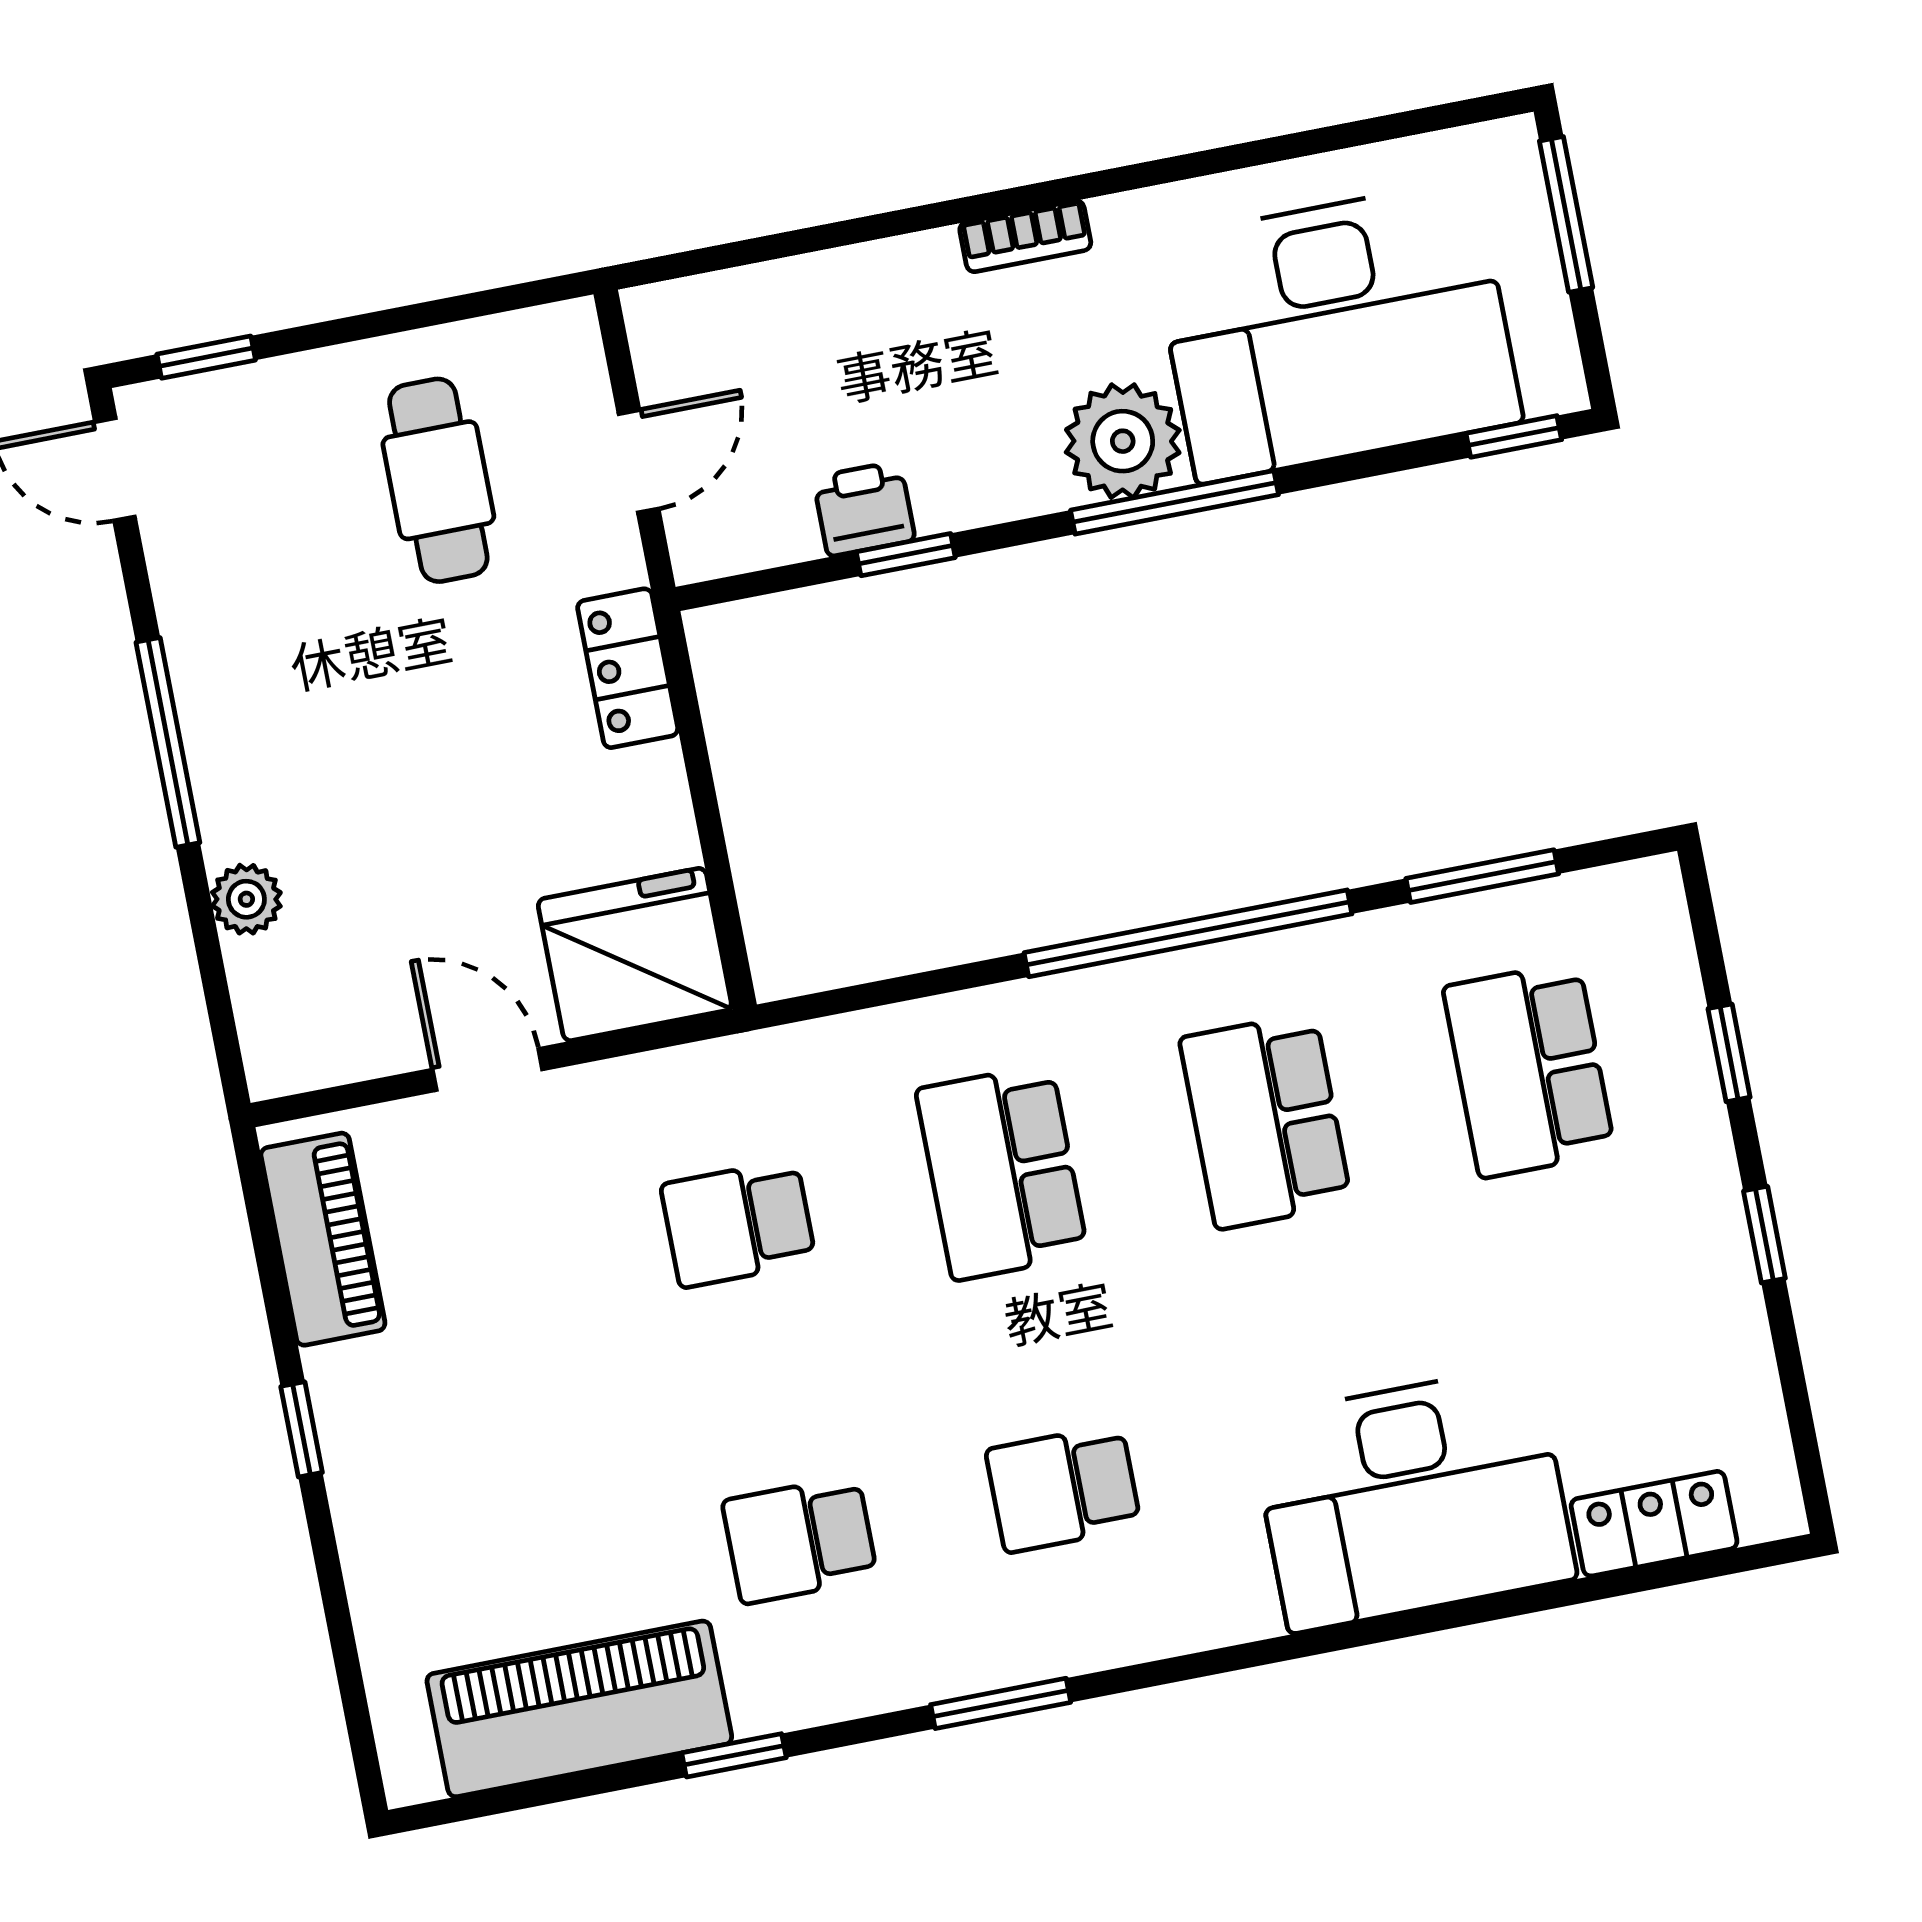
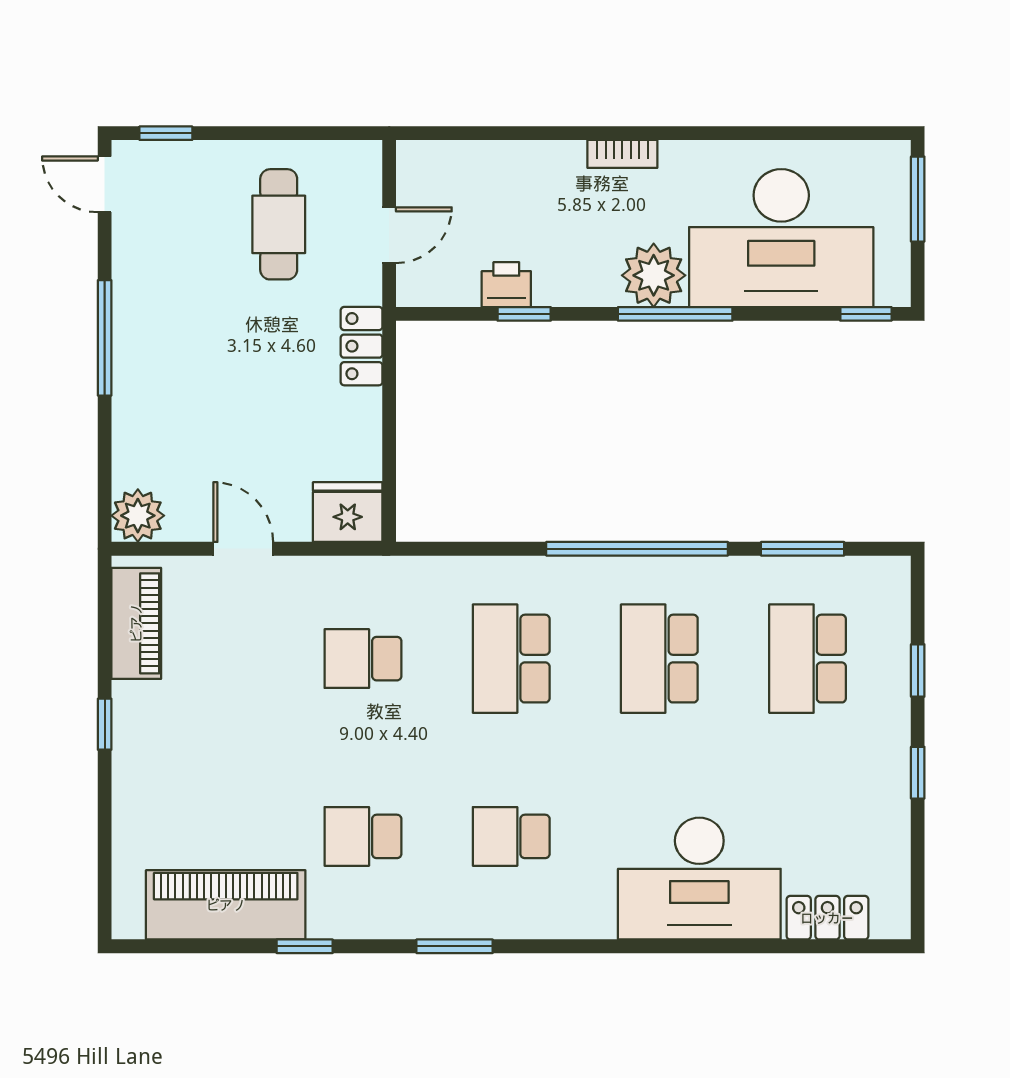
plant: (246, 899) -> (138, 516), moved, width x1.38, depth x1.38
fridge: (635, 954) -> (348, 512), width x0.73, depth x0.75

